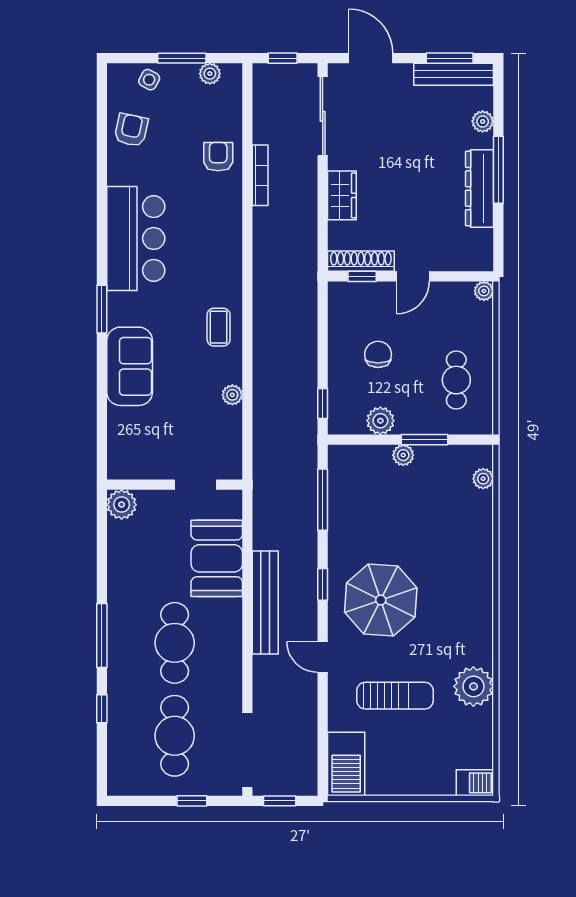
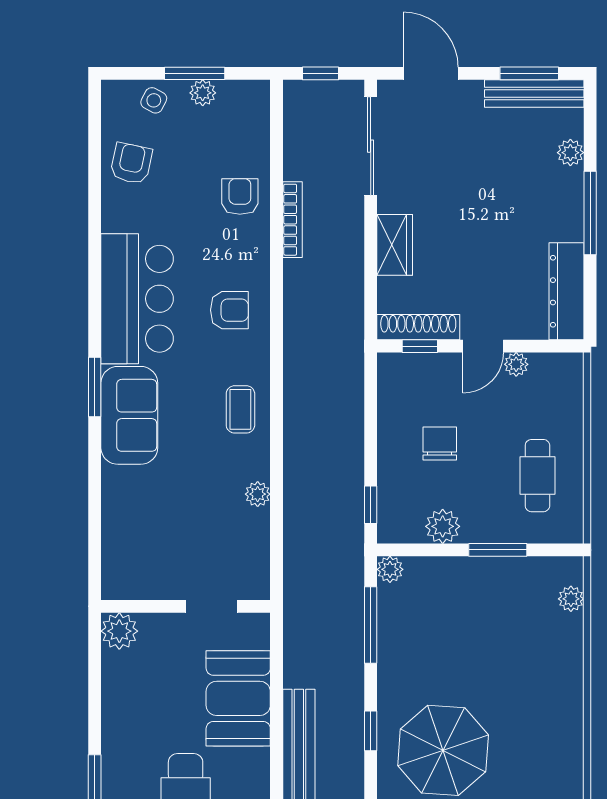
plant: (210, 74) -> (203, 93), moved
dresser: (480, 189) -> (566, 291), moved
armchair: (210, 248) -> (229, 310), added
plant: (484, 291) -> (516, 364), moved
sofa: (130, 366) -> (129, 415), moved
plant: (403, 455) -> (390, 569), moved

